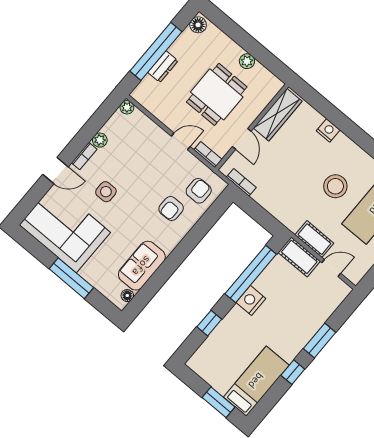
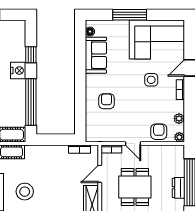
dresser: (163, 67) -> (178, 188), moved
door: (242, 139) -> (100, 174), hinge flipped
plant: (100, 140) -> (179, 119), moved
door: (181, 141) -> (133, 144), hinge flipped
armchair: (199, 191) -> (159, 132), moved, turned 180
nightstand: (251, 300) -> (18, 71), moved

